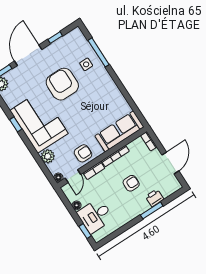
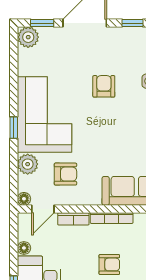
armchair: (62, 84) -> (104, 86), width x0.53, depth x0.53
window: (16, 124) -> (14, 128), moved
armchair: (83, 153) -> (65, 174), moved

